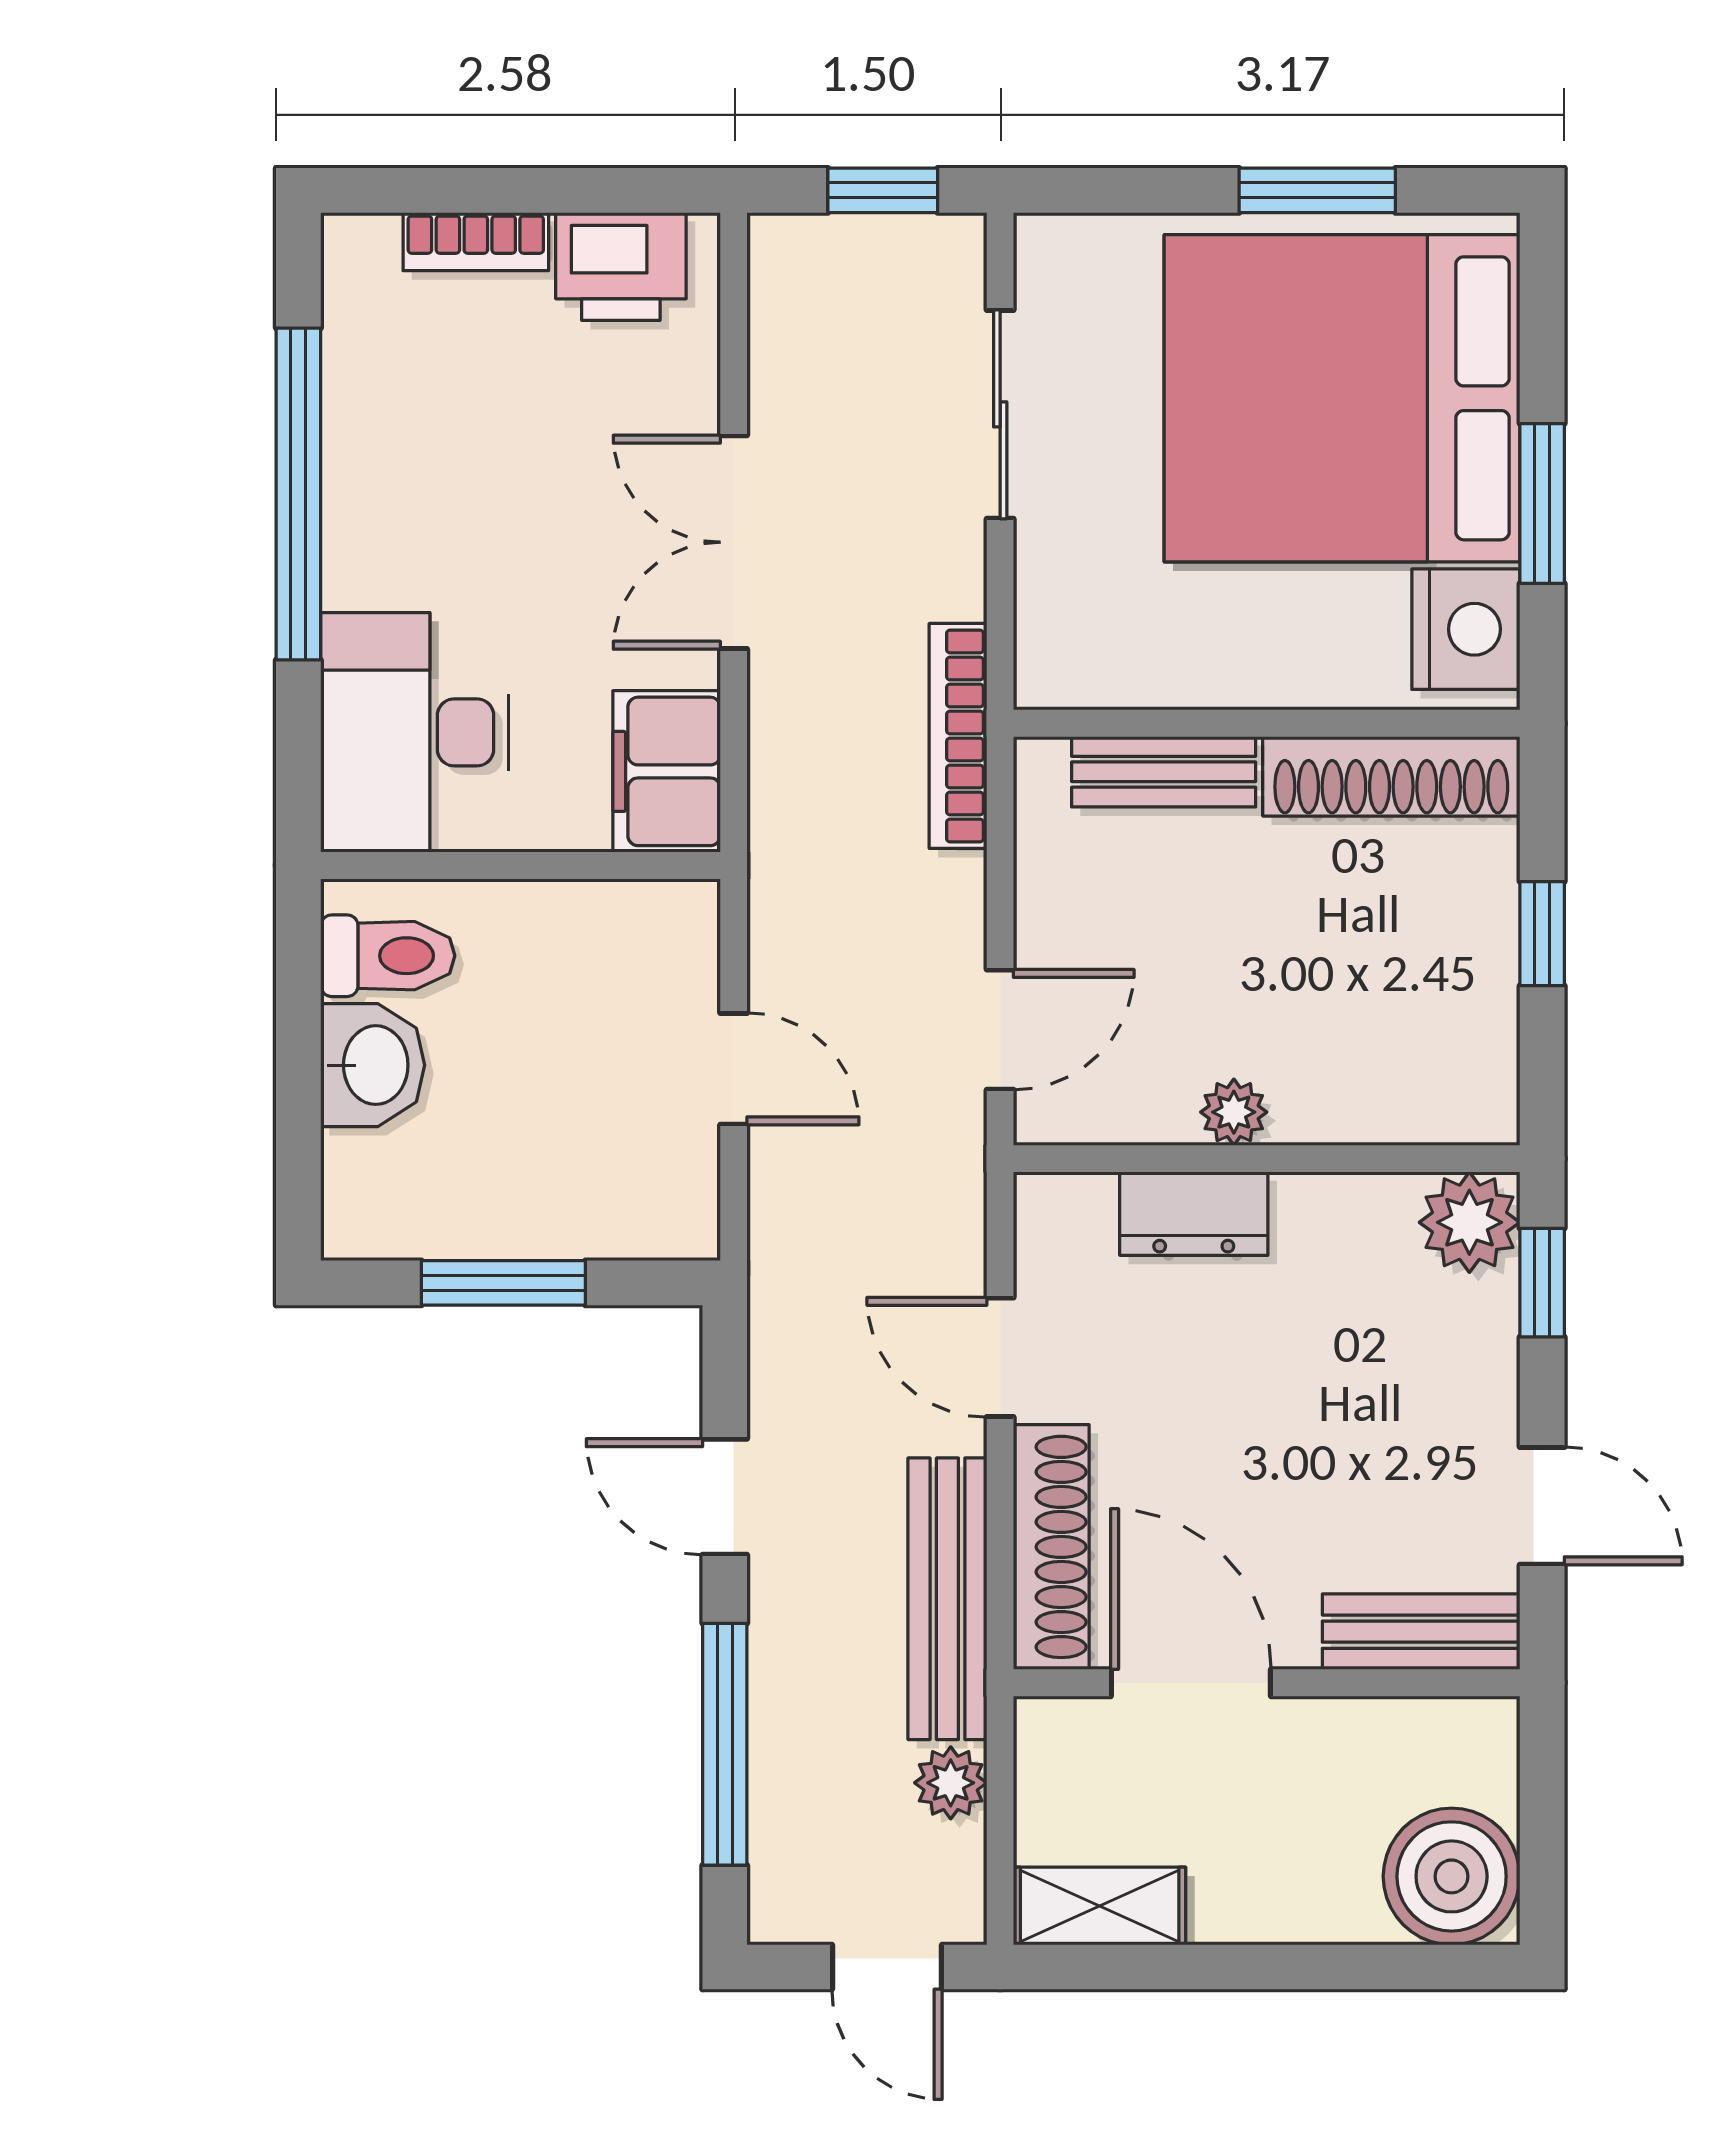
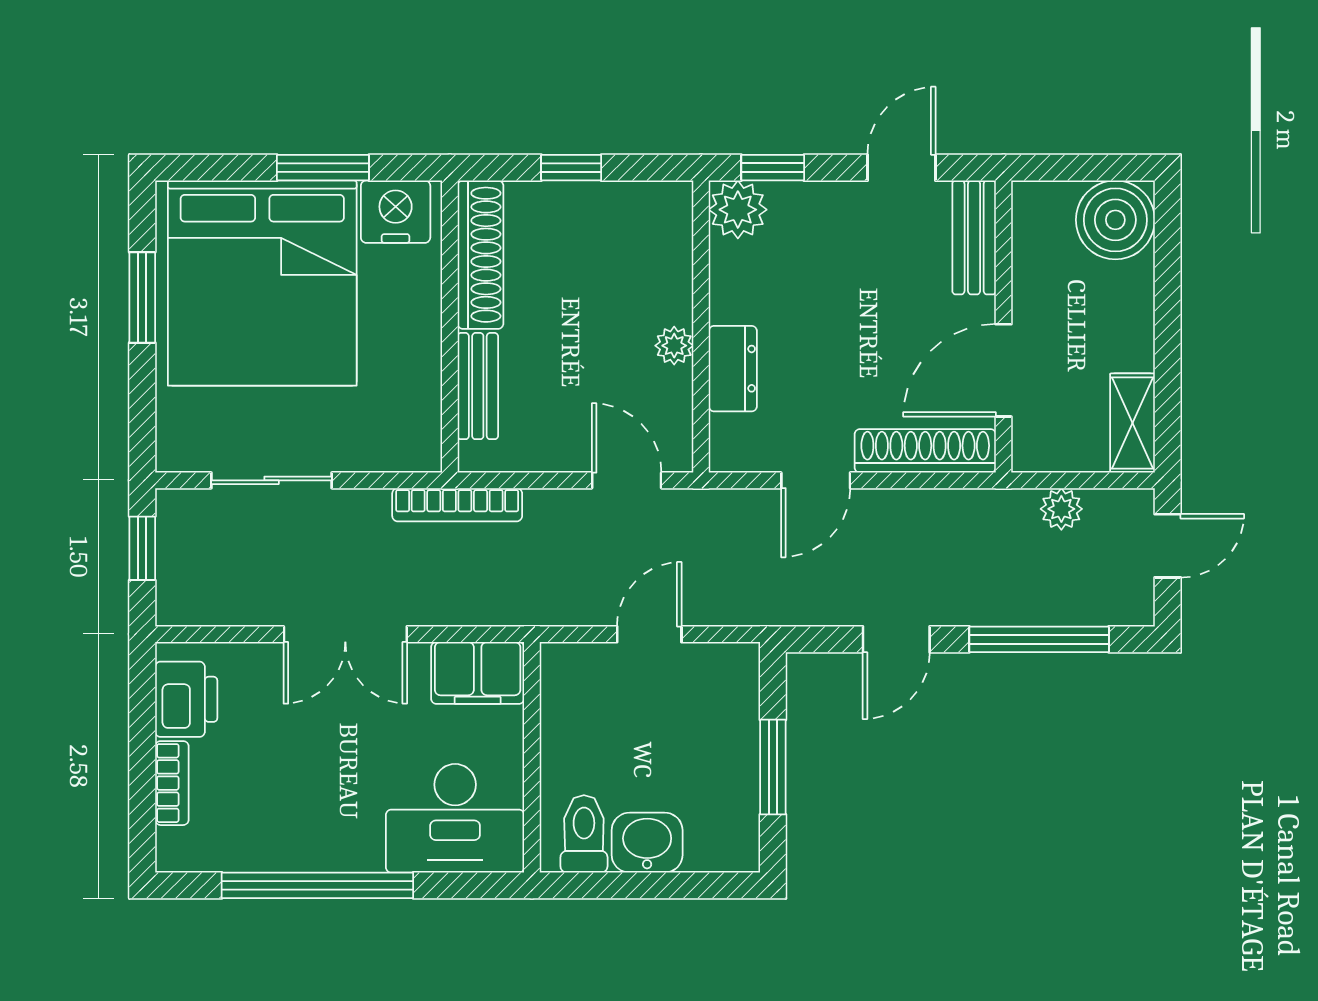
bench: (947, 1599) -> (955, 511), removed

